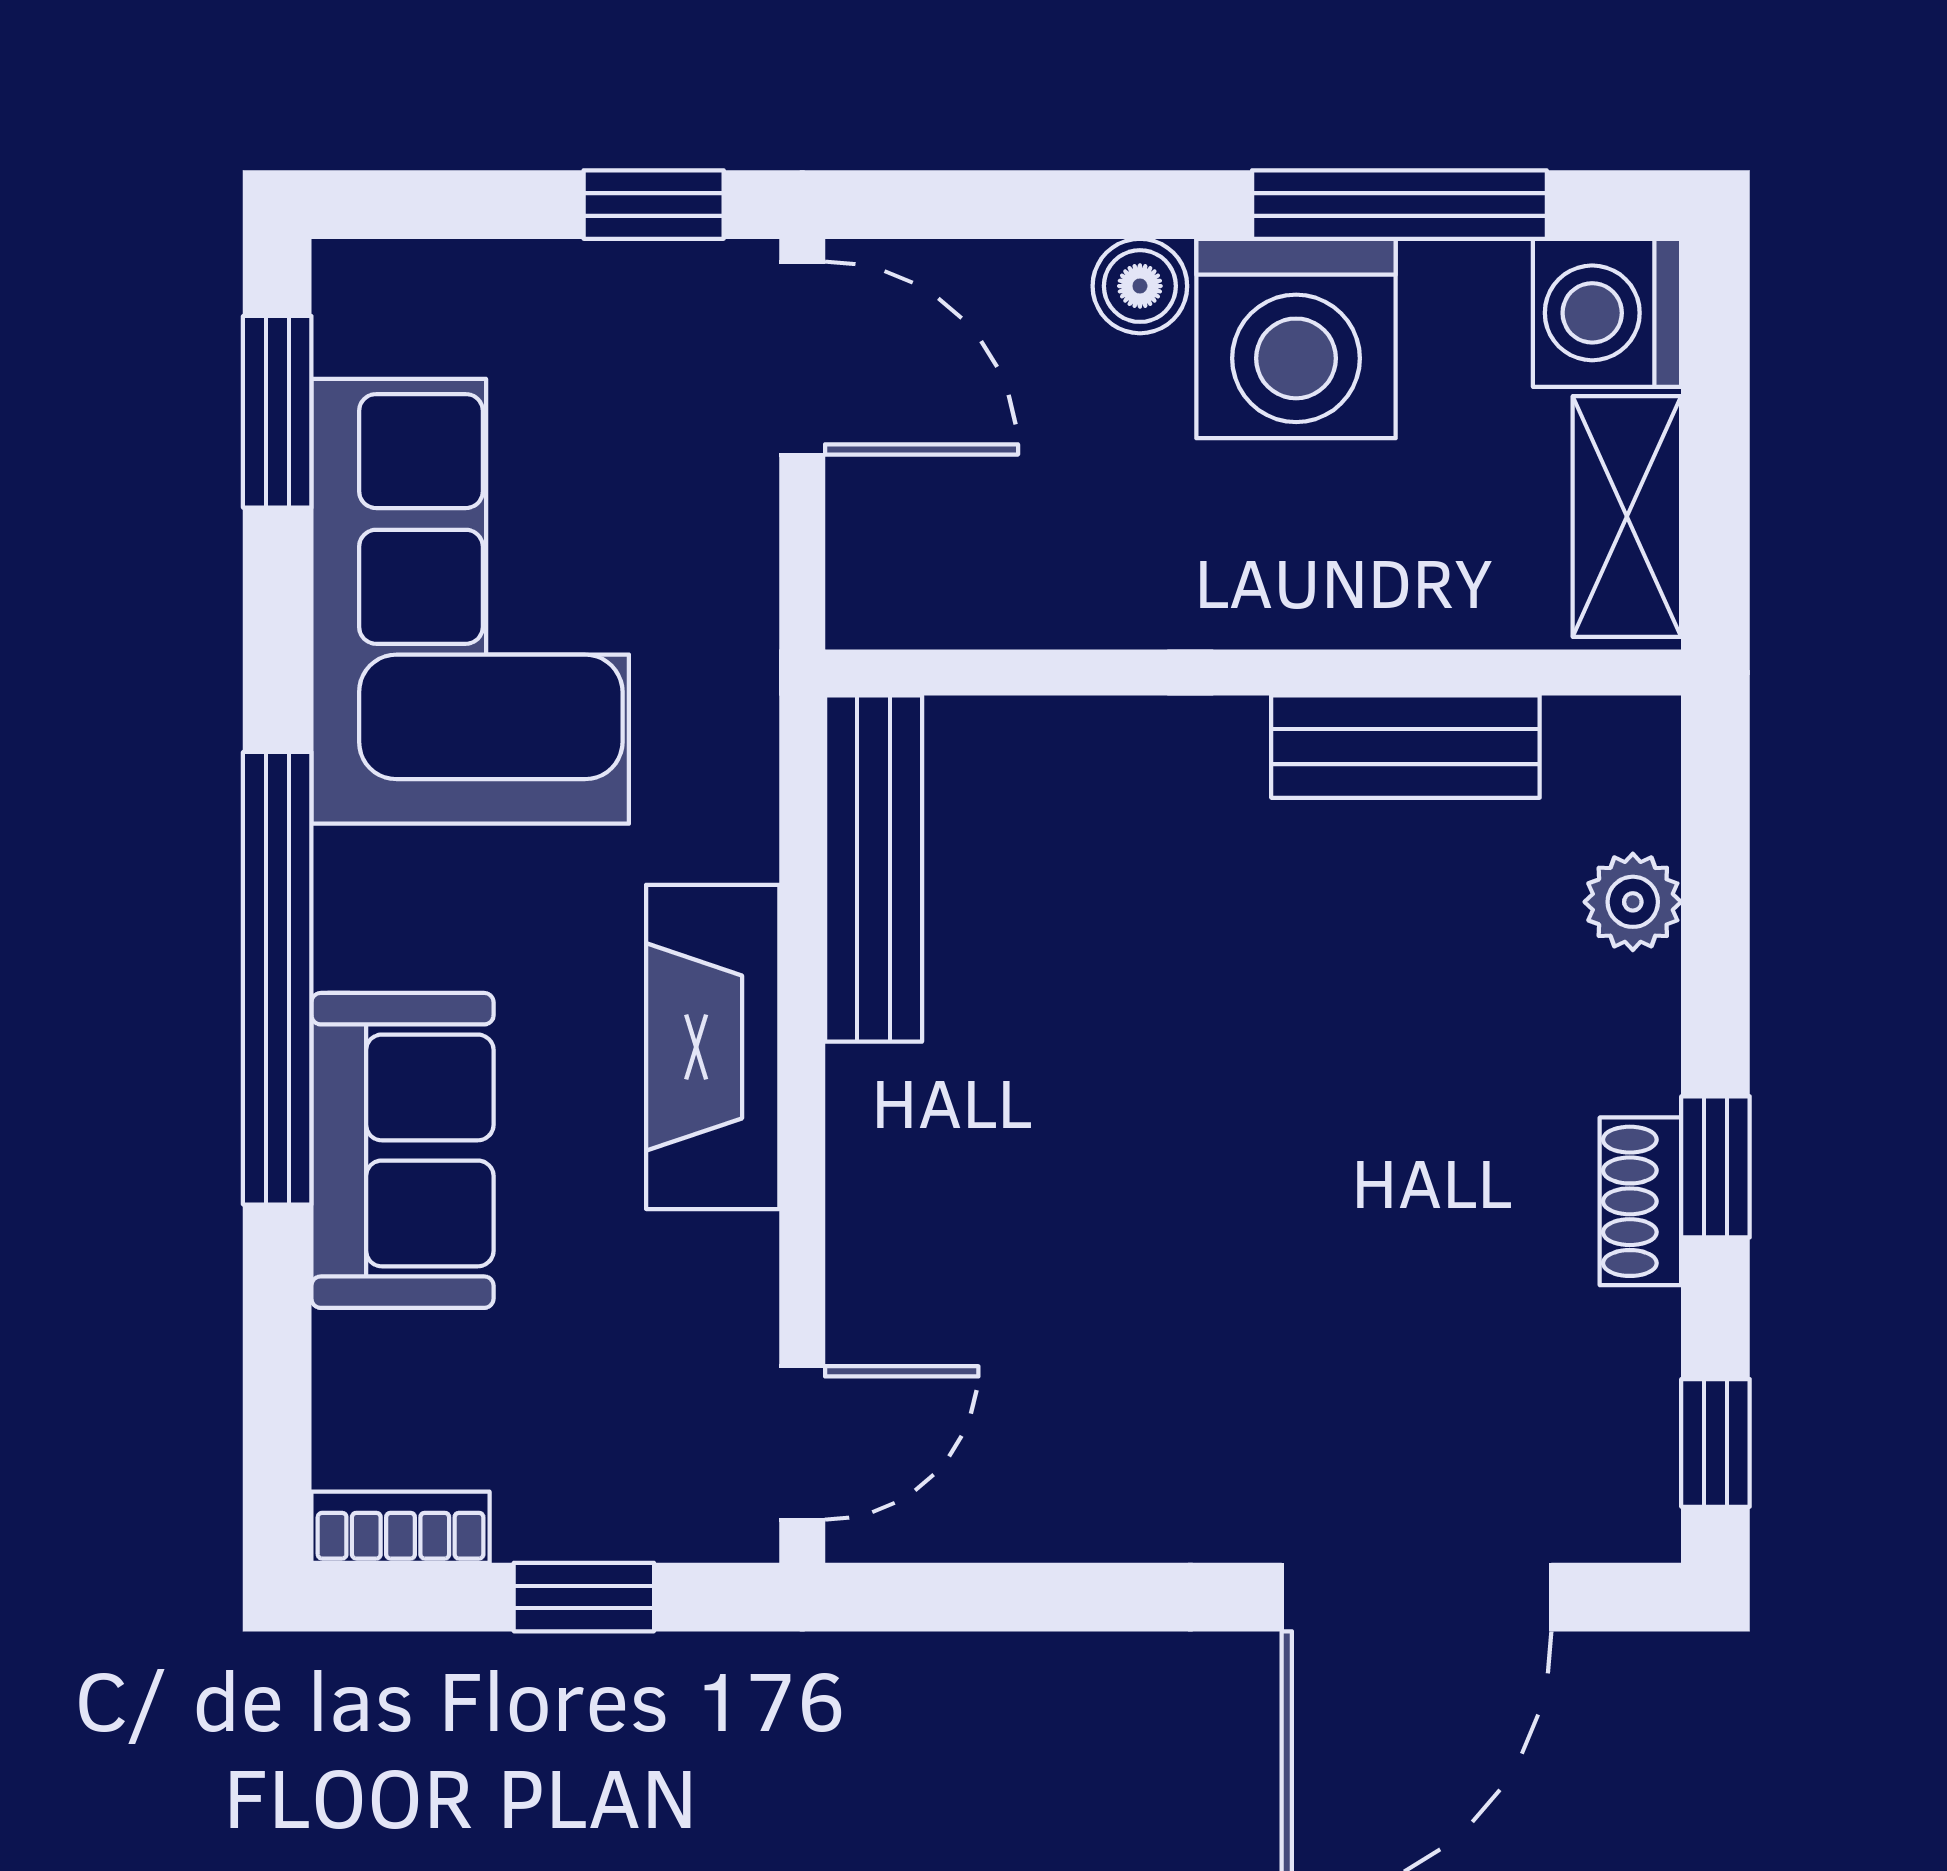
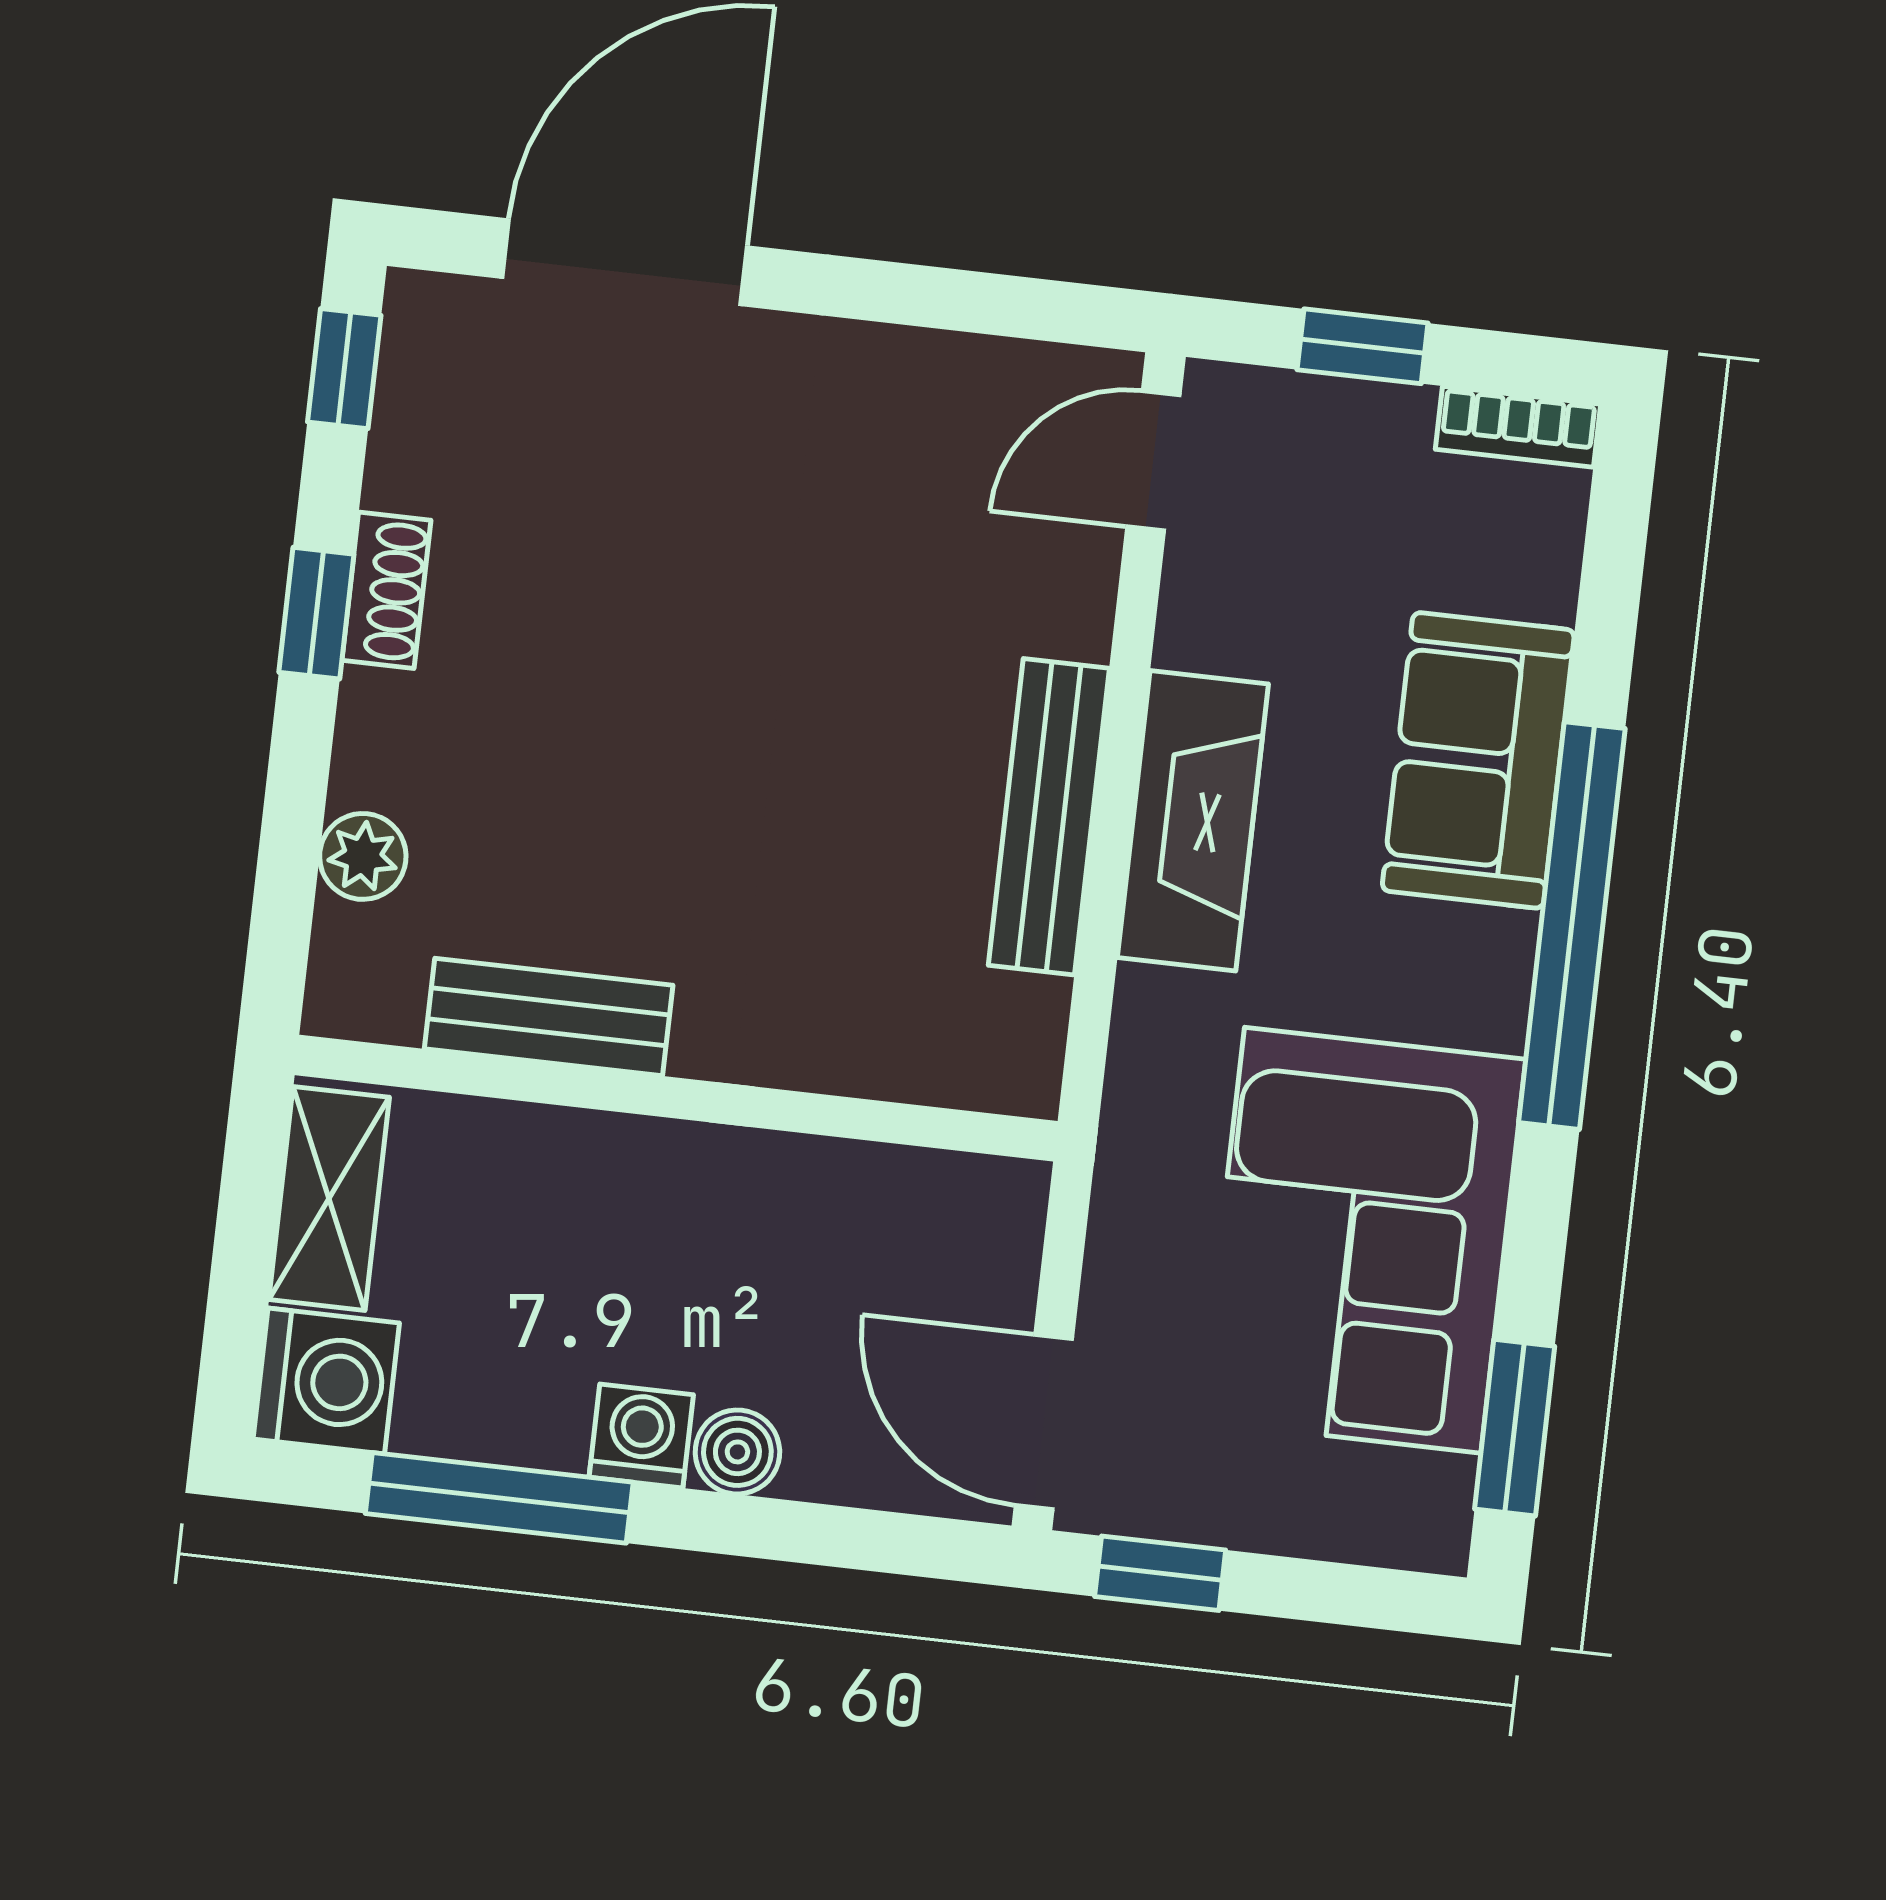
washing machine: (1296, 338) -> (641, 1436), width x0.53, depth x0.53
bench: (874, 868) -> (1049, 817), moved

